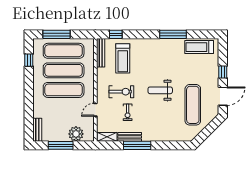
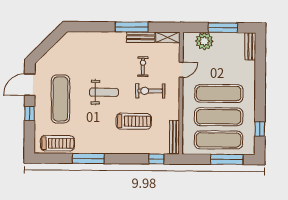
treadmill: (123, 58) -> (134, 121), moved, turned 90
exercise mat: (193, 105) -> (60, 99), moved

